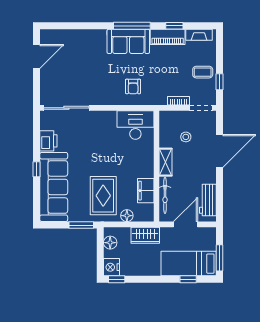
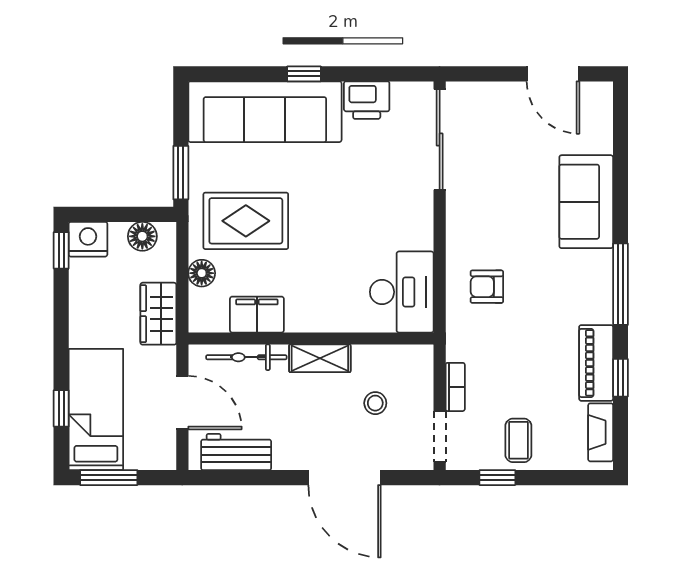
sofa: (128, 41) -> (586, 202), moved

